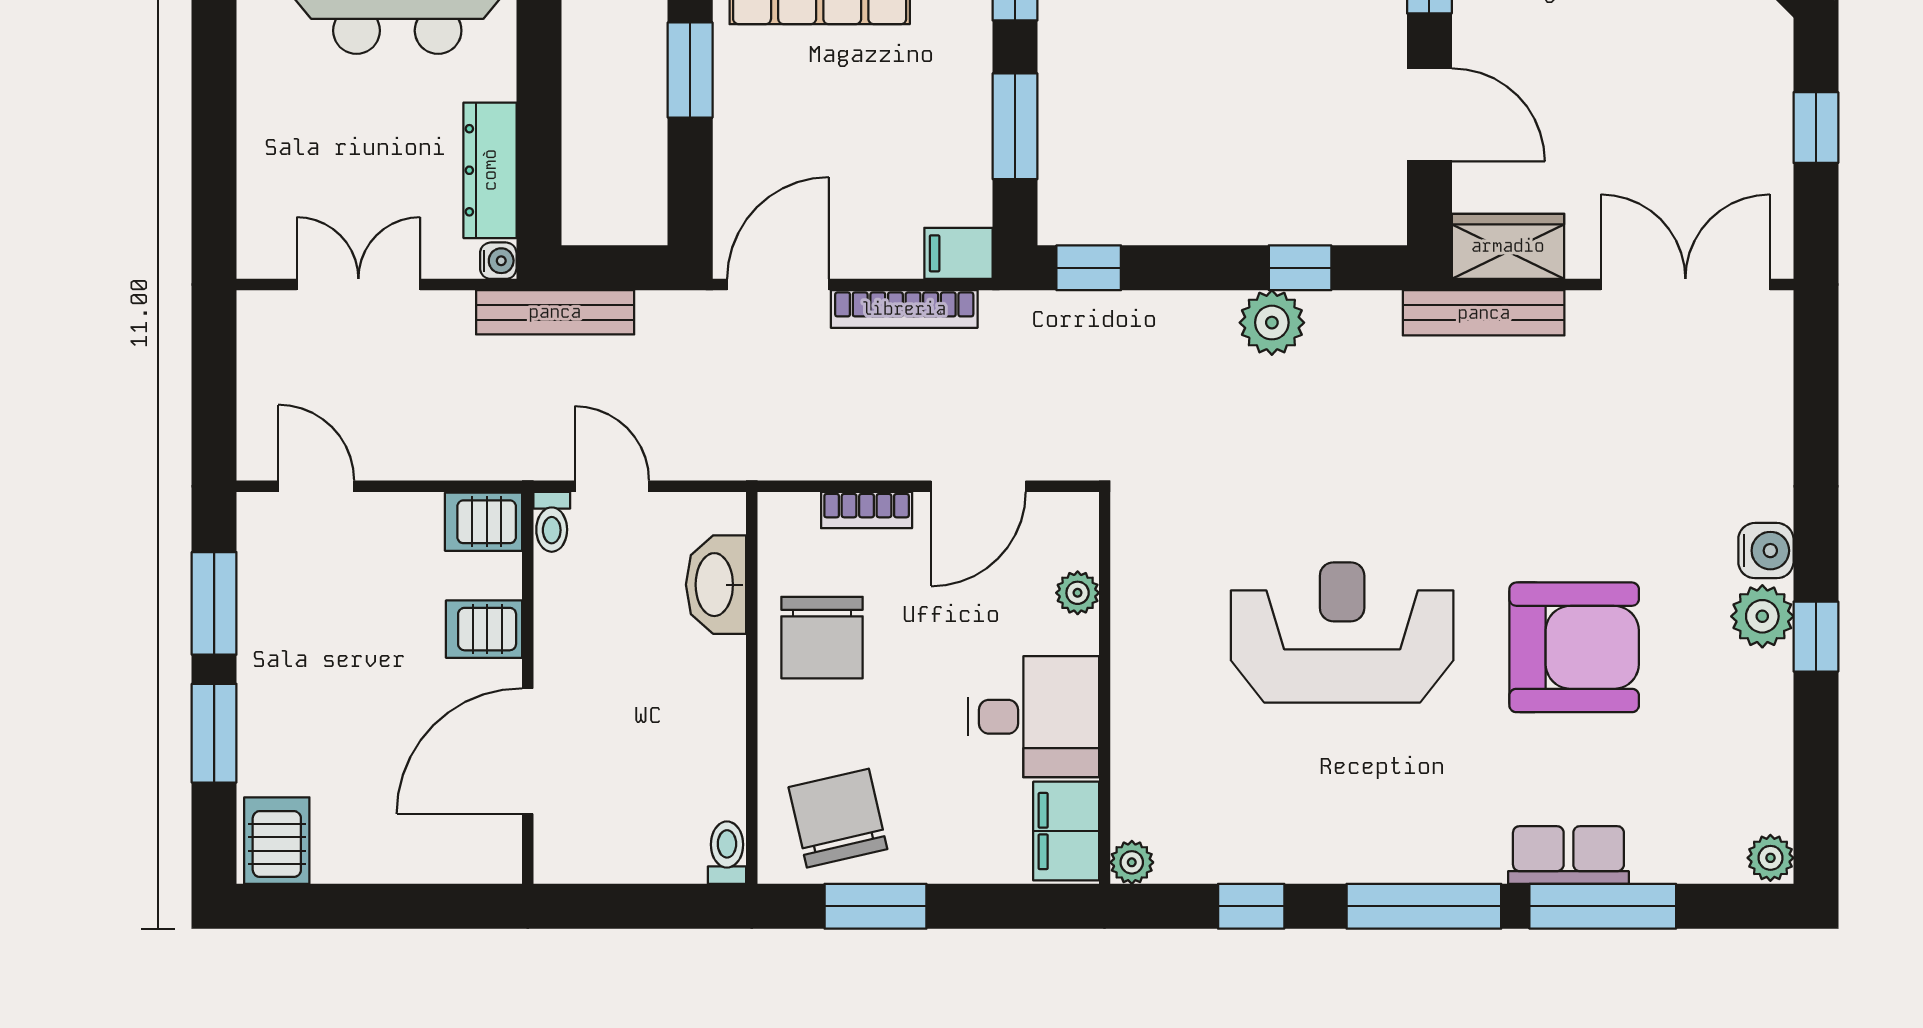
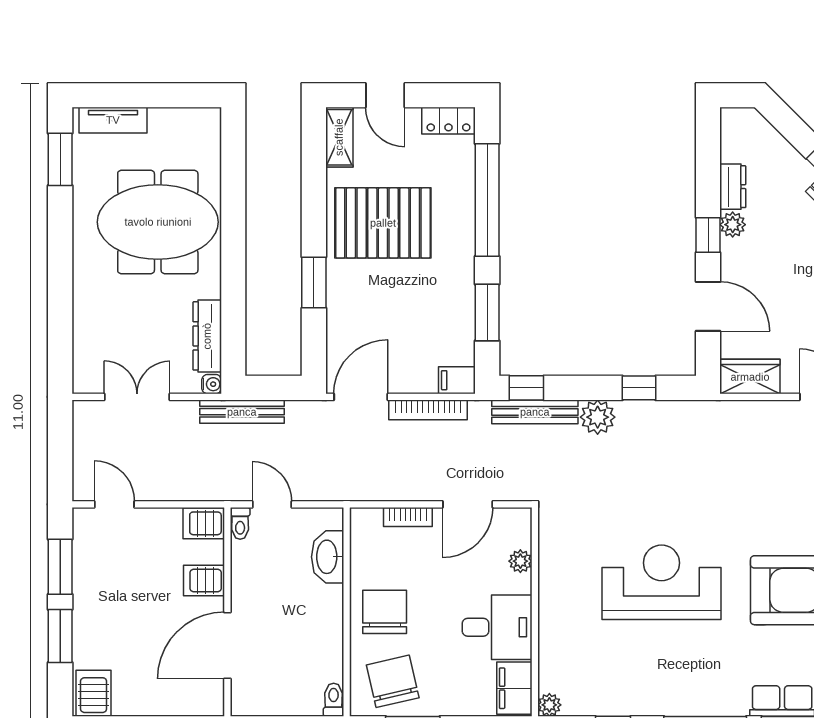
bench: (1484, 313) -> (535, 412), moved
plant: (1272, 323) -> (598, 417), moved
chair: (822, 638) -> (385, 612), moved, turned 180

